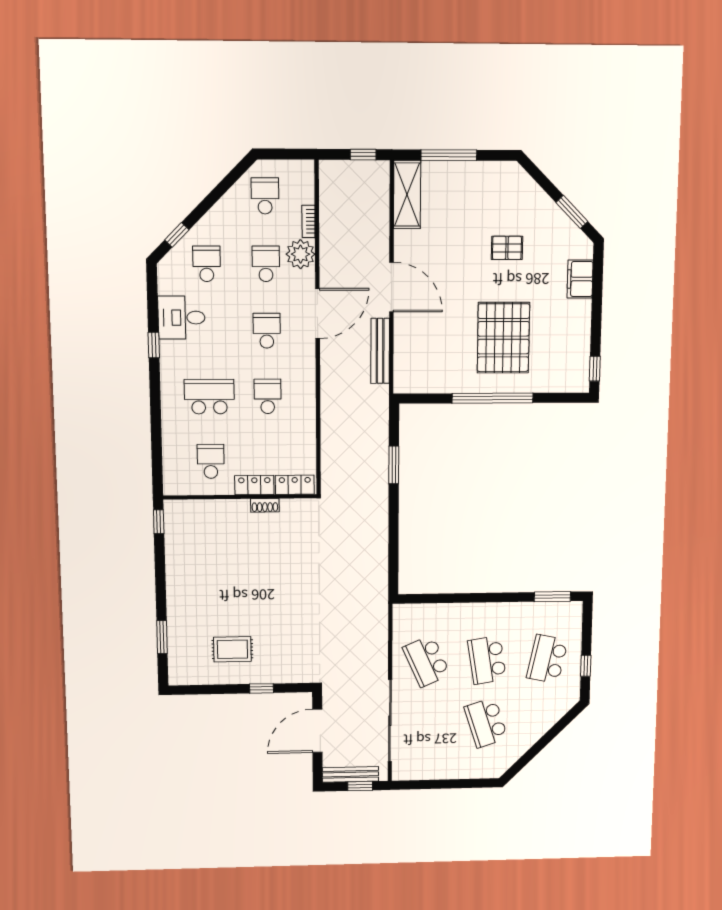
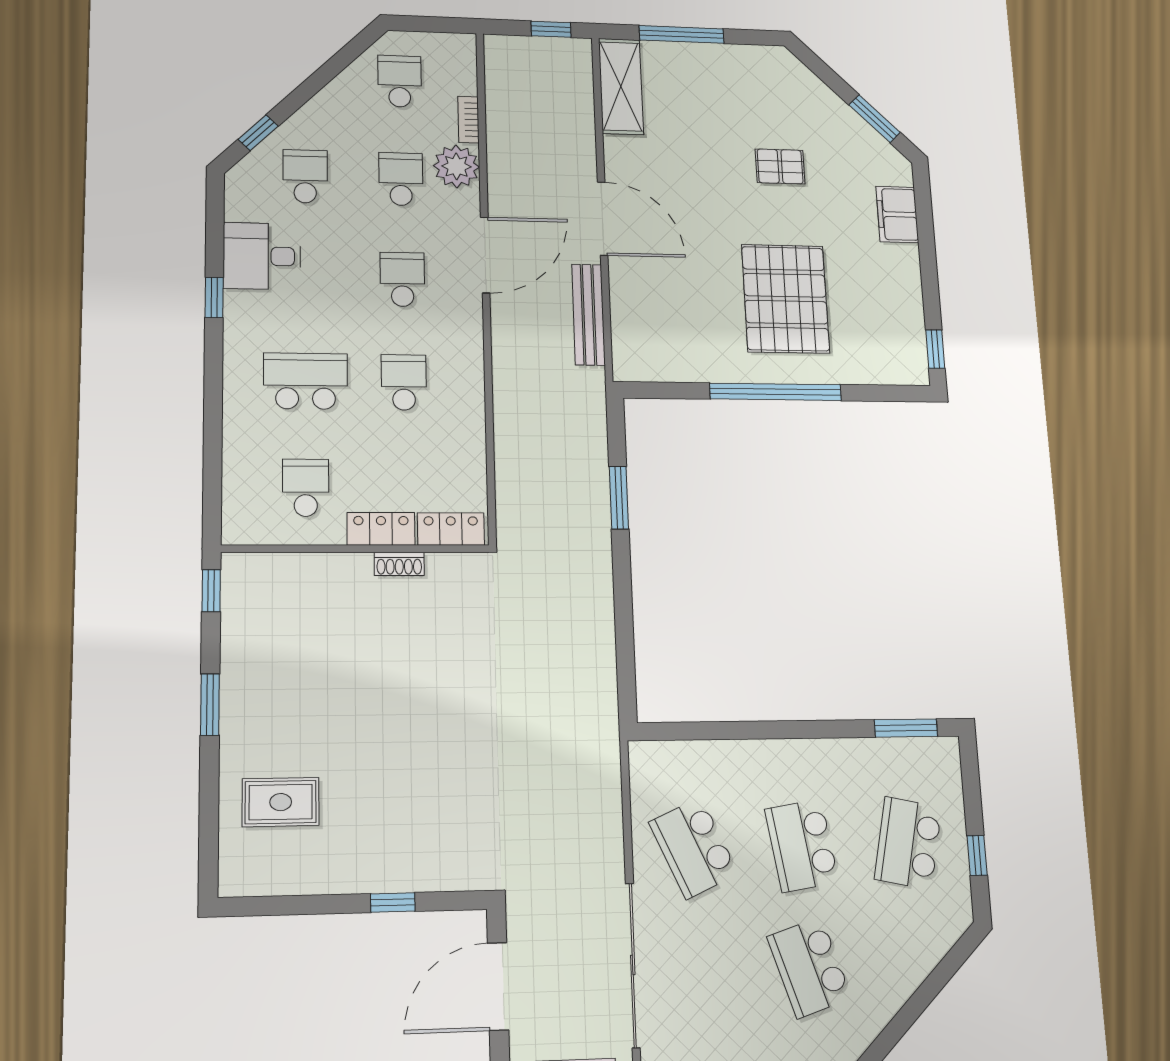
window: (162, 637) -> (210, 705), moved
rug: (232, 649) -> (281, 802), moved

